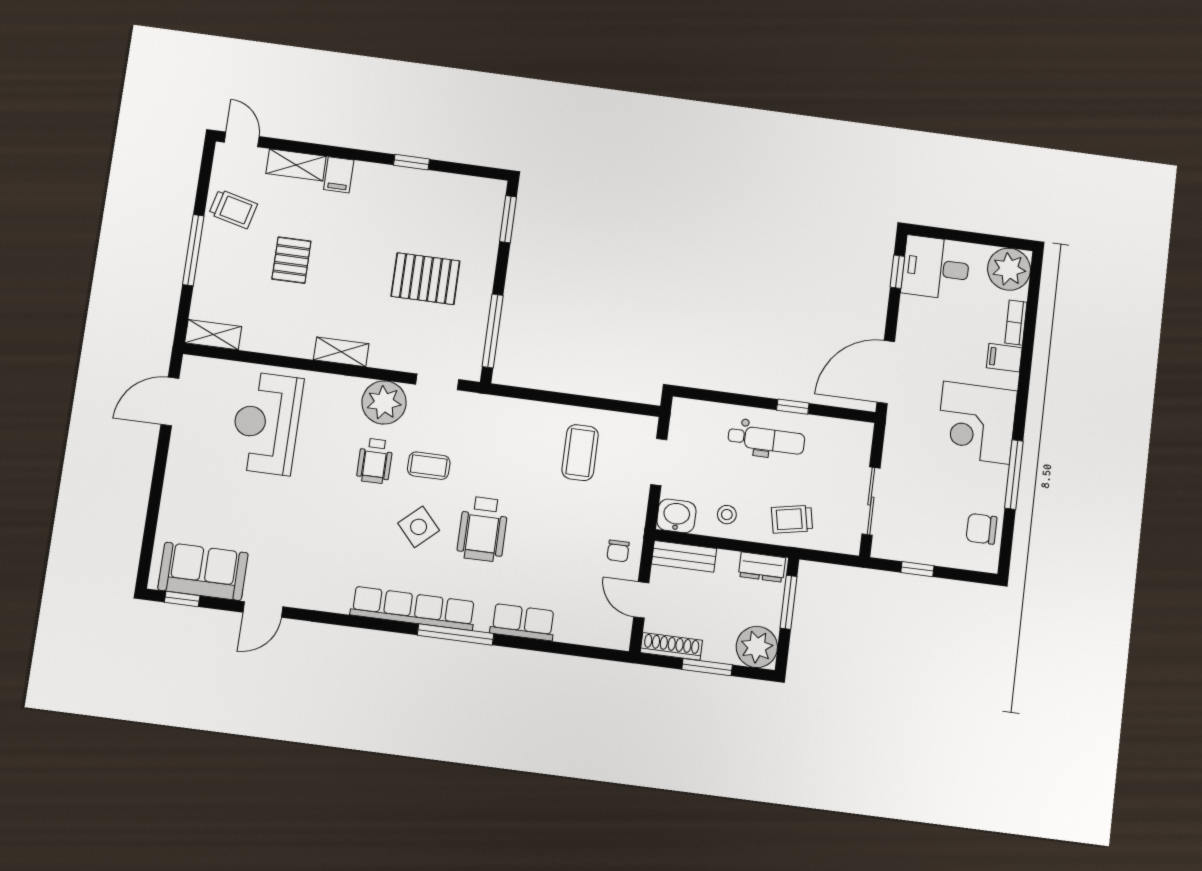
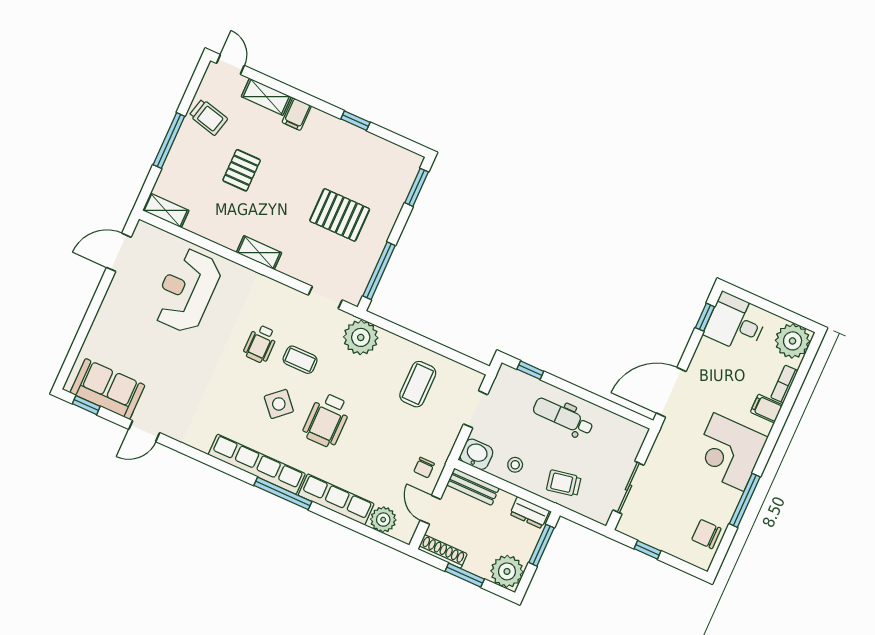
plant: (384, 402) -> (361, 337), moved
window: (793, 407) -> (530, 370), moved
dental chair: (766, 440) -> (563, 417), turned 180
row of seats: (523, 622) -> (336, 499), width x1.48
plant: (588, 629) -> (383, 520), added

